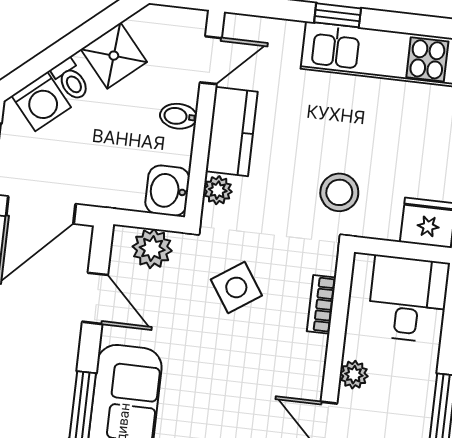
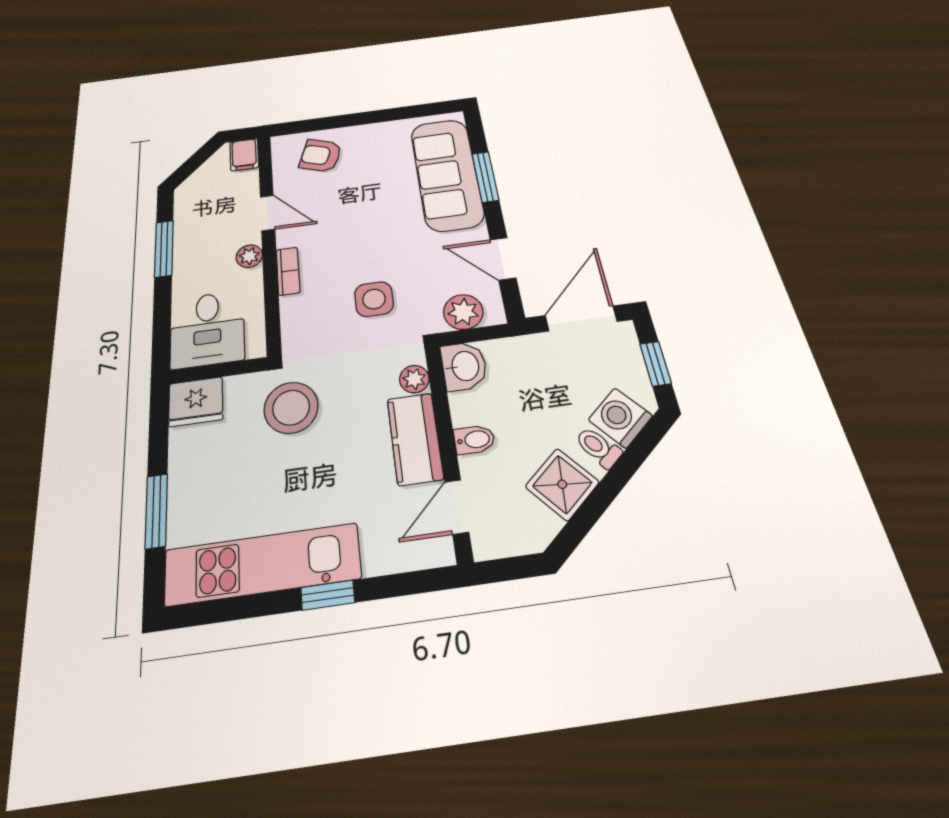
stool: (339, 192) -> (291, 408), width x1.38, depth x1.38
side table: (236, 287) -> (374, 299), turned 34
bookcase: (321, 304) -> (288, 271), moved

